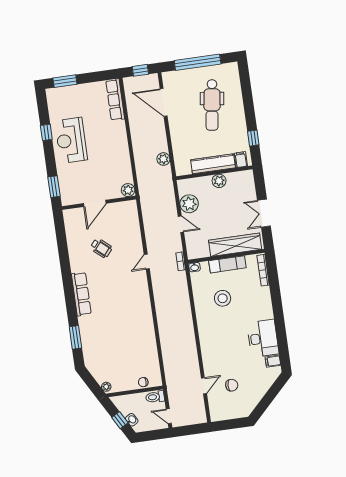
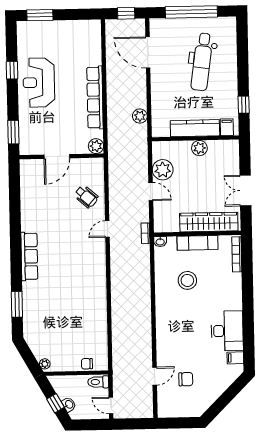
row of seats: (115, 100) -> (95, 98), moved, width x1.36
wheelchair: (101, 248) -> (86, 197), moved

